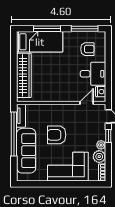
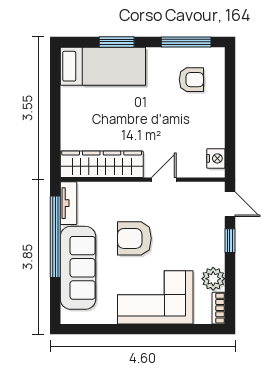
window: (47, 29) -> (117, 42), width x0.69
desk: (93, 74) -> (202, 125), removed
wardrobe: (24, 75) -> (102, 164), moved, turned -90
door: (87, 103) -> (164, 180), moved
plant: (101, 145) -> (217, 257), removed

